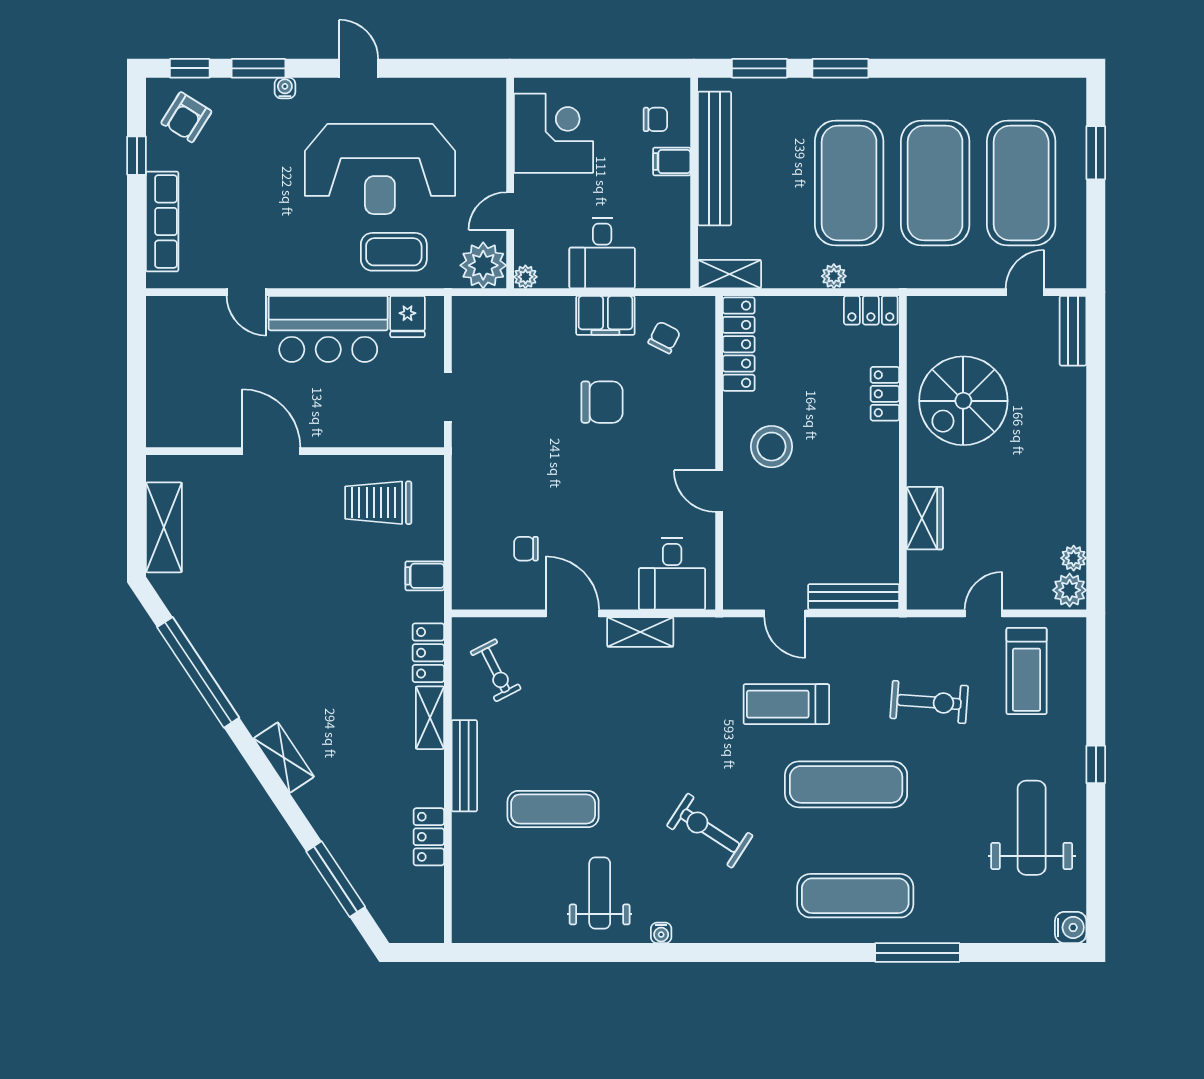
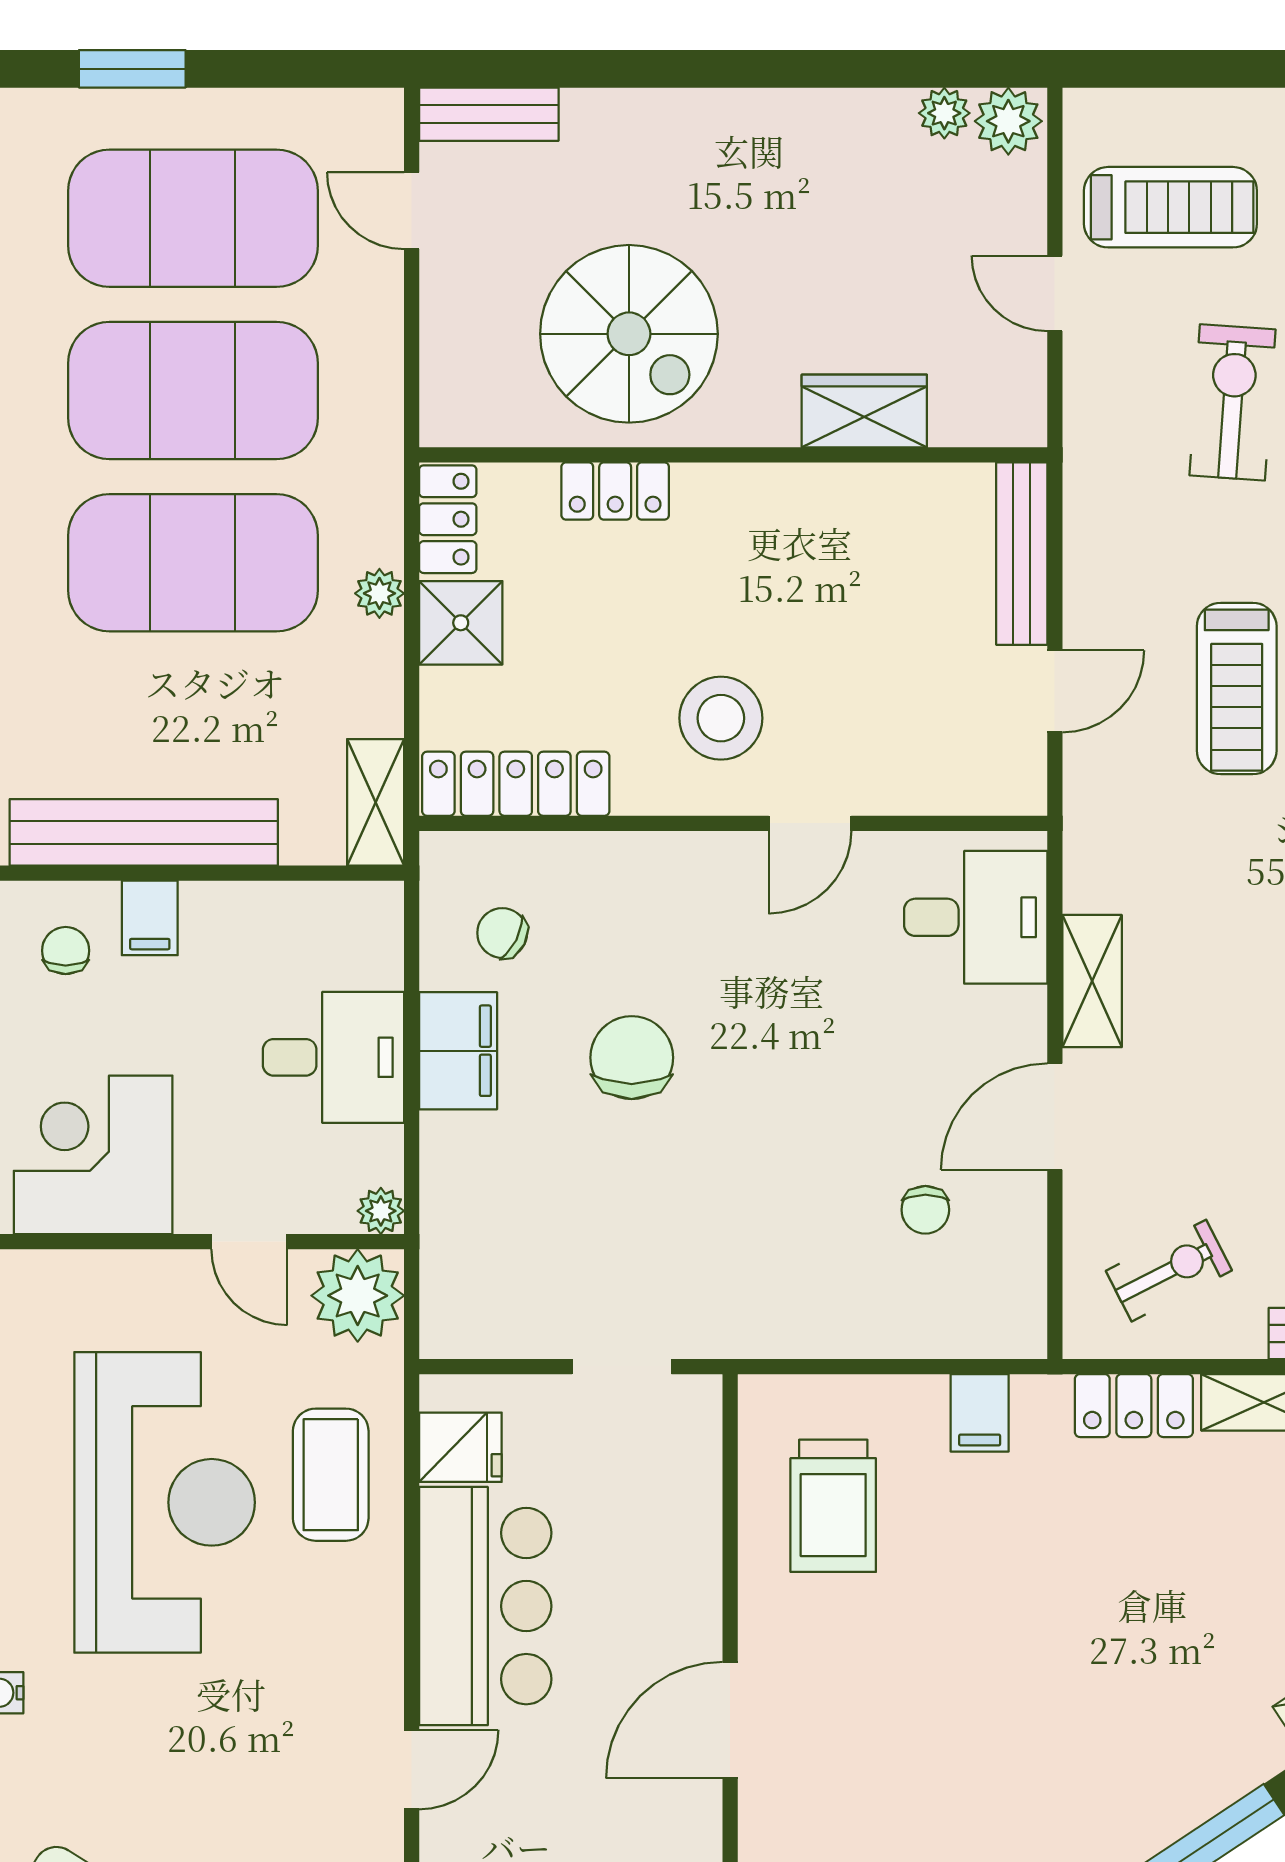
shower: (819, 317) -> (461, 623), added

